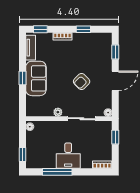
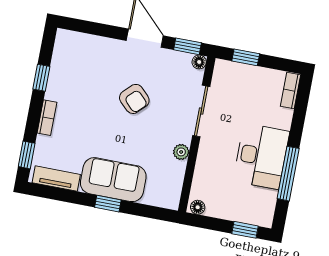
window: (115, 52) -> (188, 46), moved
desk: (68, 156) -> (261, 156), width x1.37

